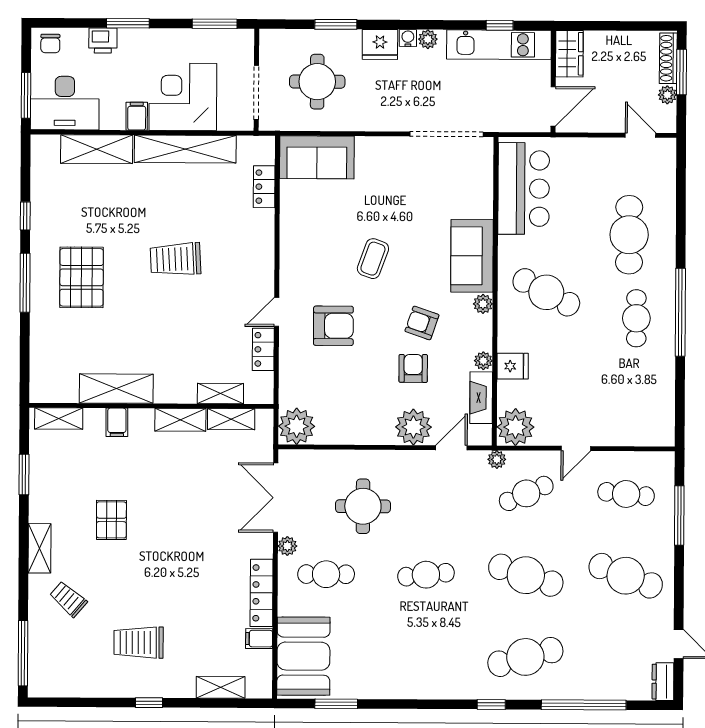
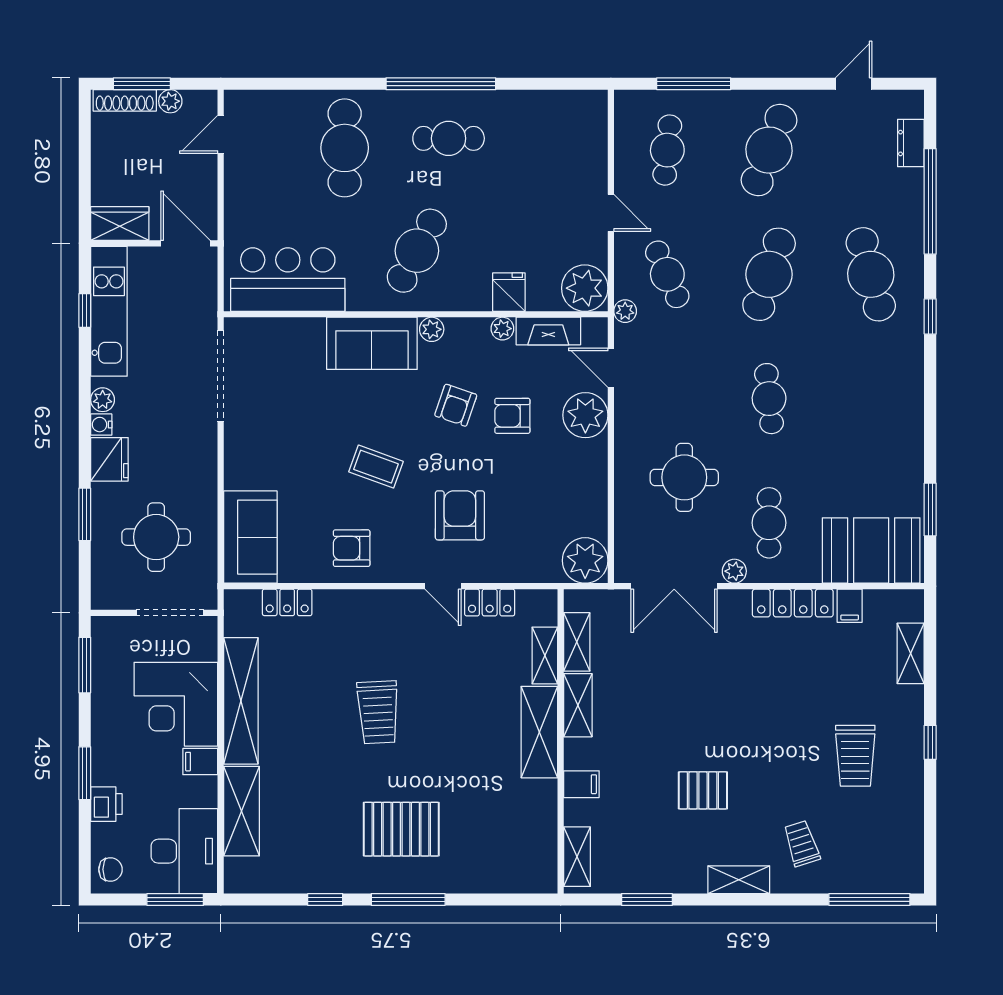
cafe table: (629, 235) -> (345, 148), turned 90
armchair: (308, 239) -> (352, 548), added
shelving: (116, 389) -> (539, 732), moved
trolley: (68, 599) -> (802, 843), turned 121
dresser: (663, 682) -> (911, 143), moved, turned 90

